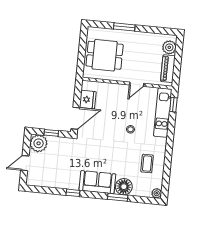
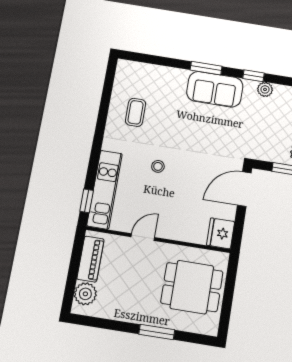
fridge: (88, 100) -> (221, 233), moved
floor lamp: (124, 187) -> (174, 80), removed
plant: (157, 193) -> (265, 89), moved
window: (118, 197) -> (206, 68), moved

